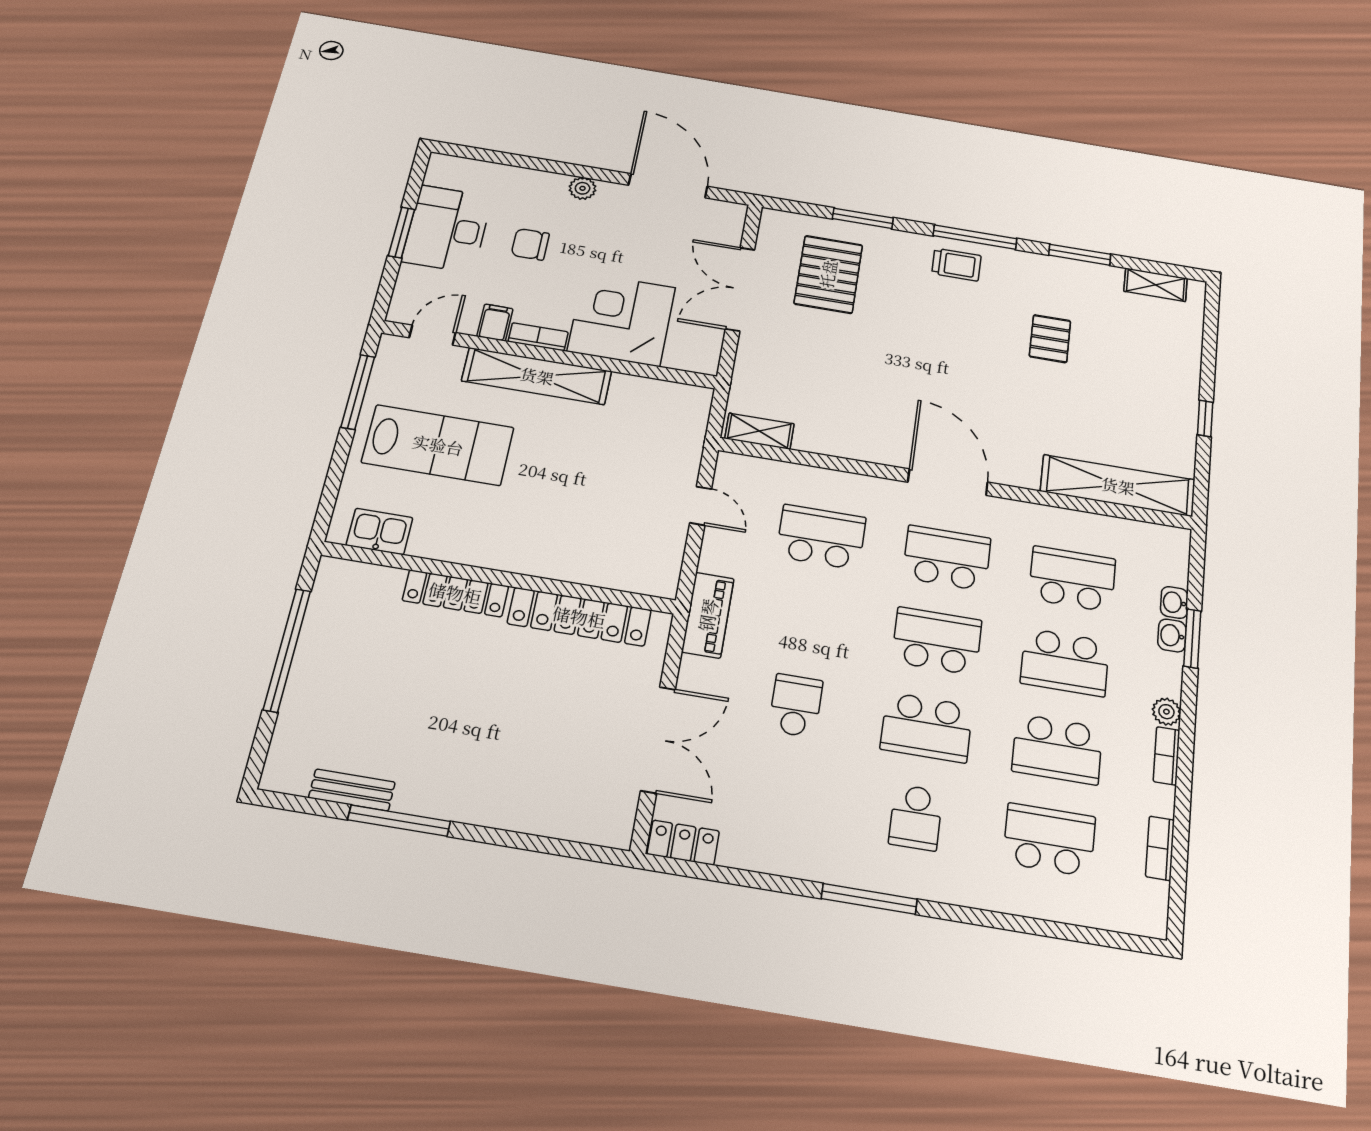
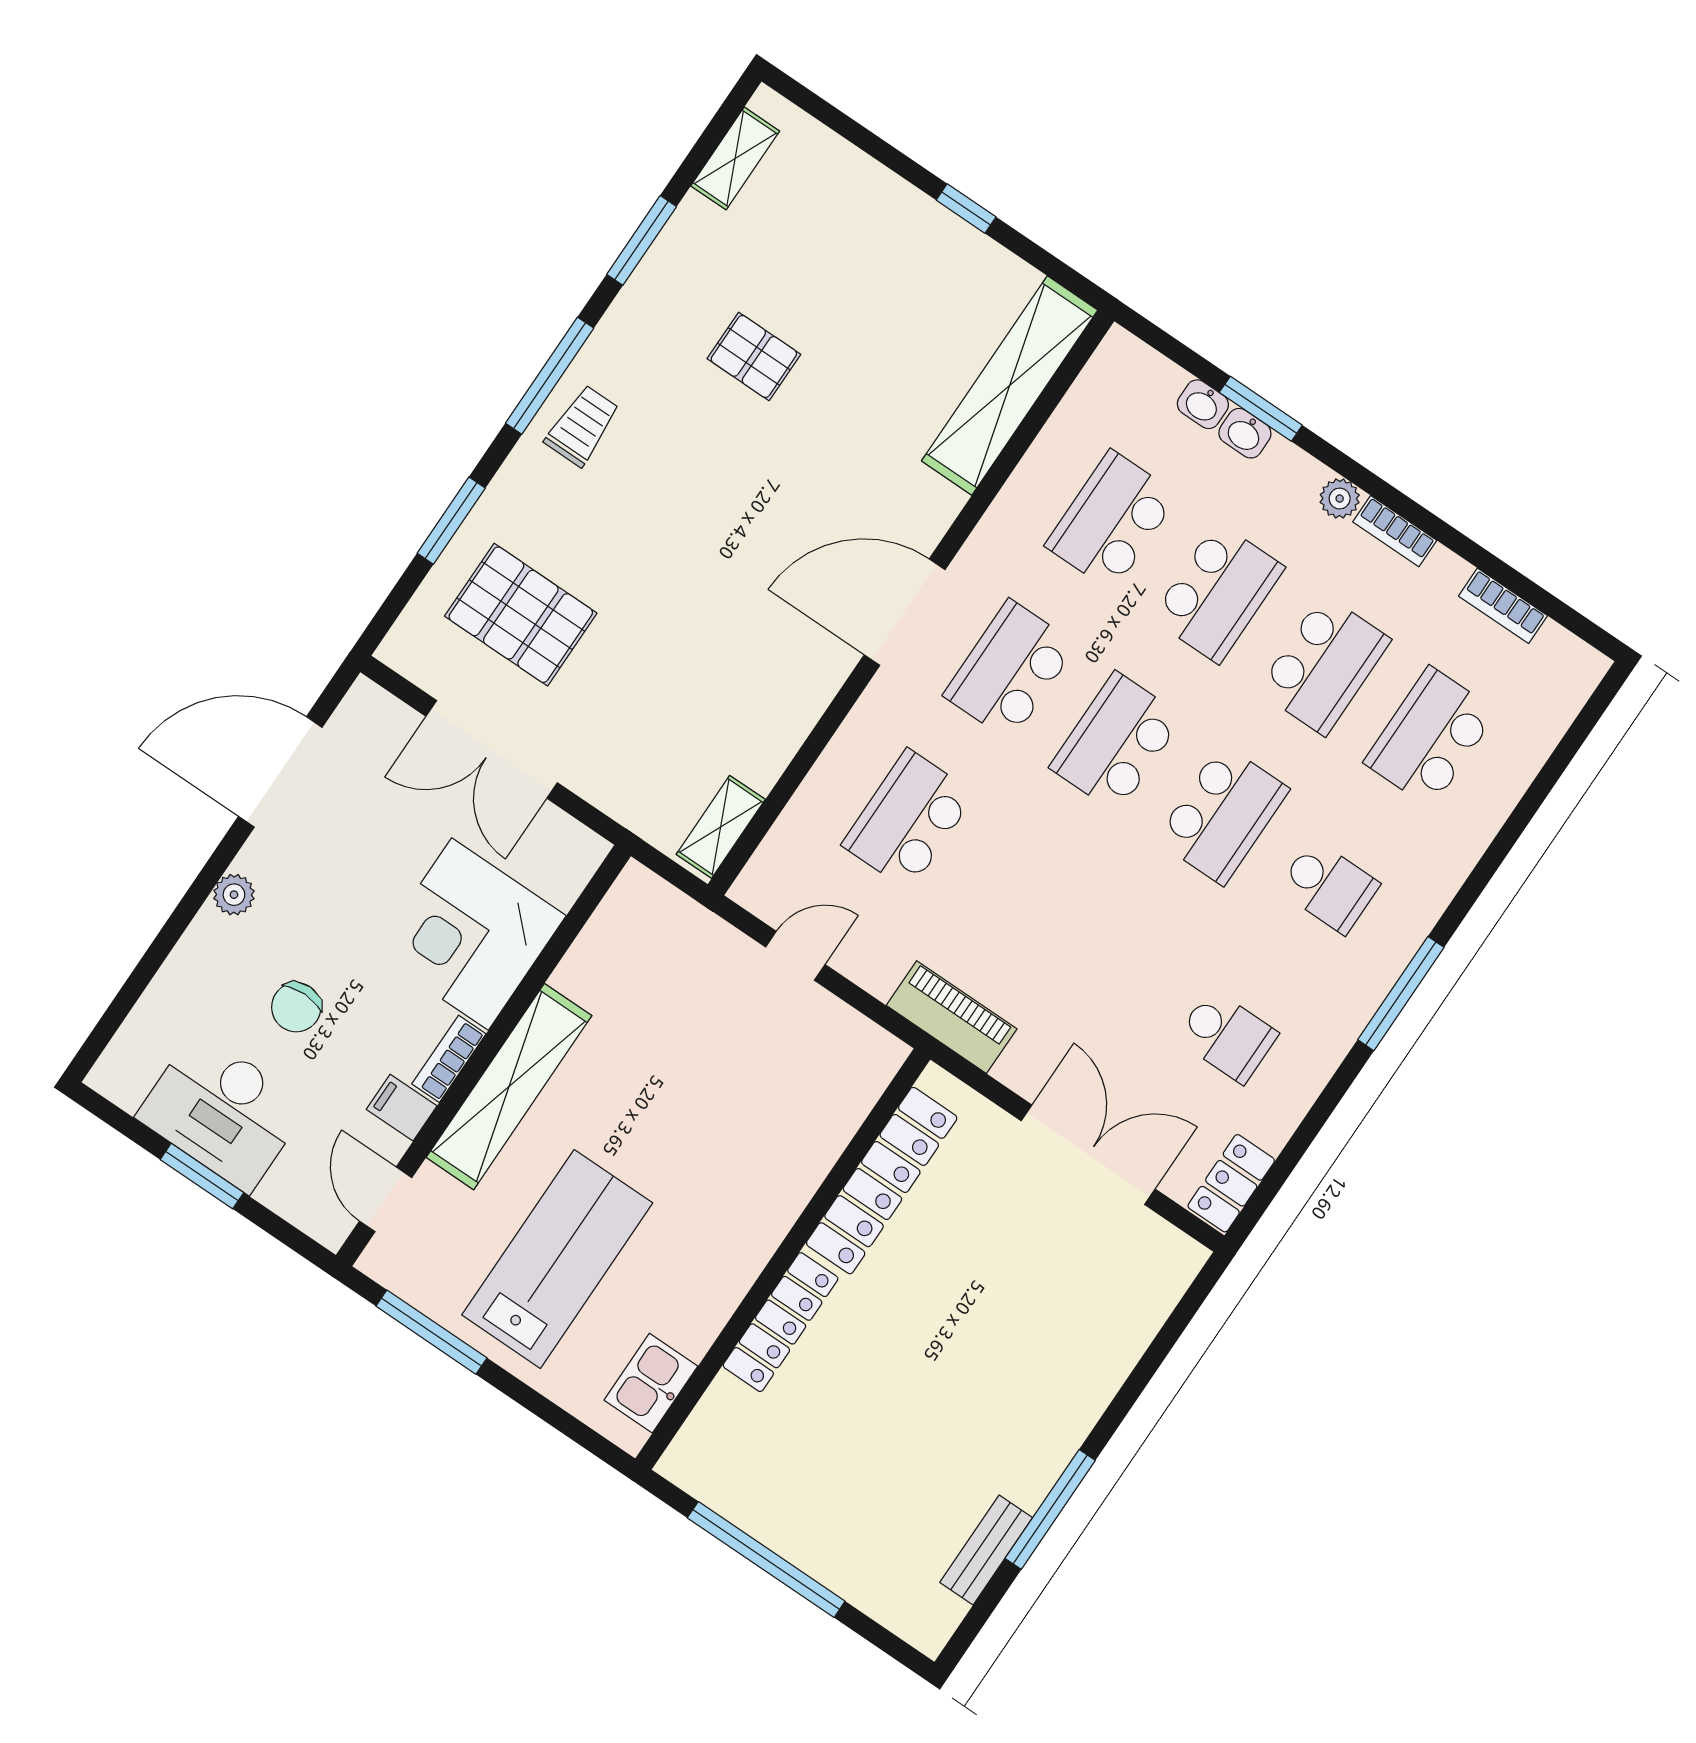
school desk: (796, 706) -> (1227, 1036), moved, turned 180

